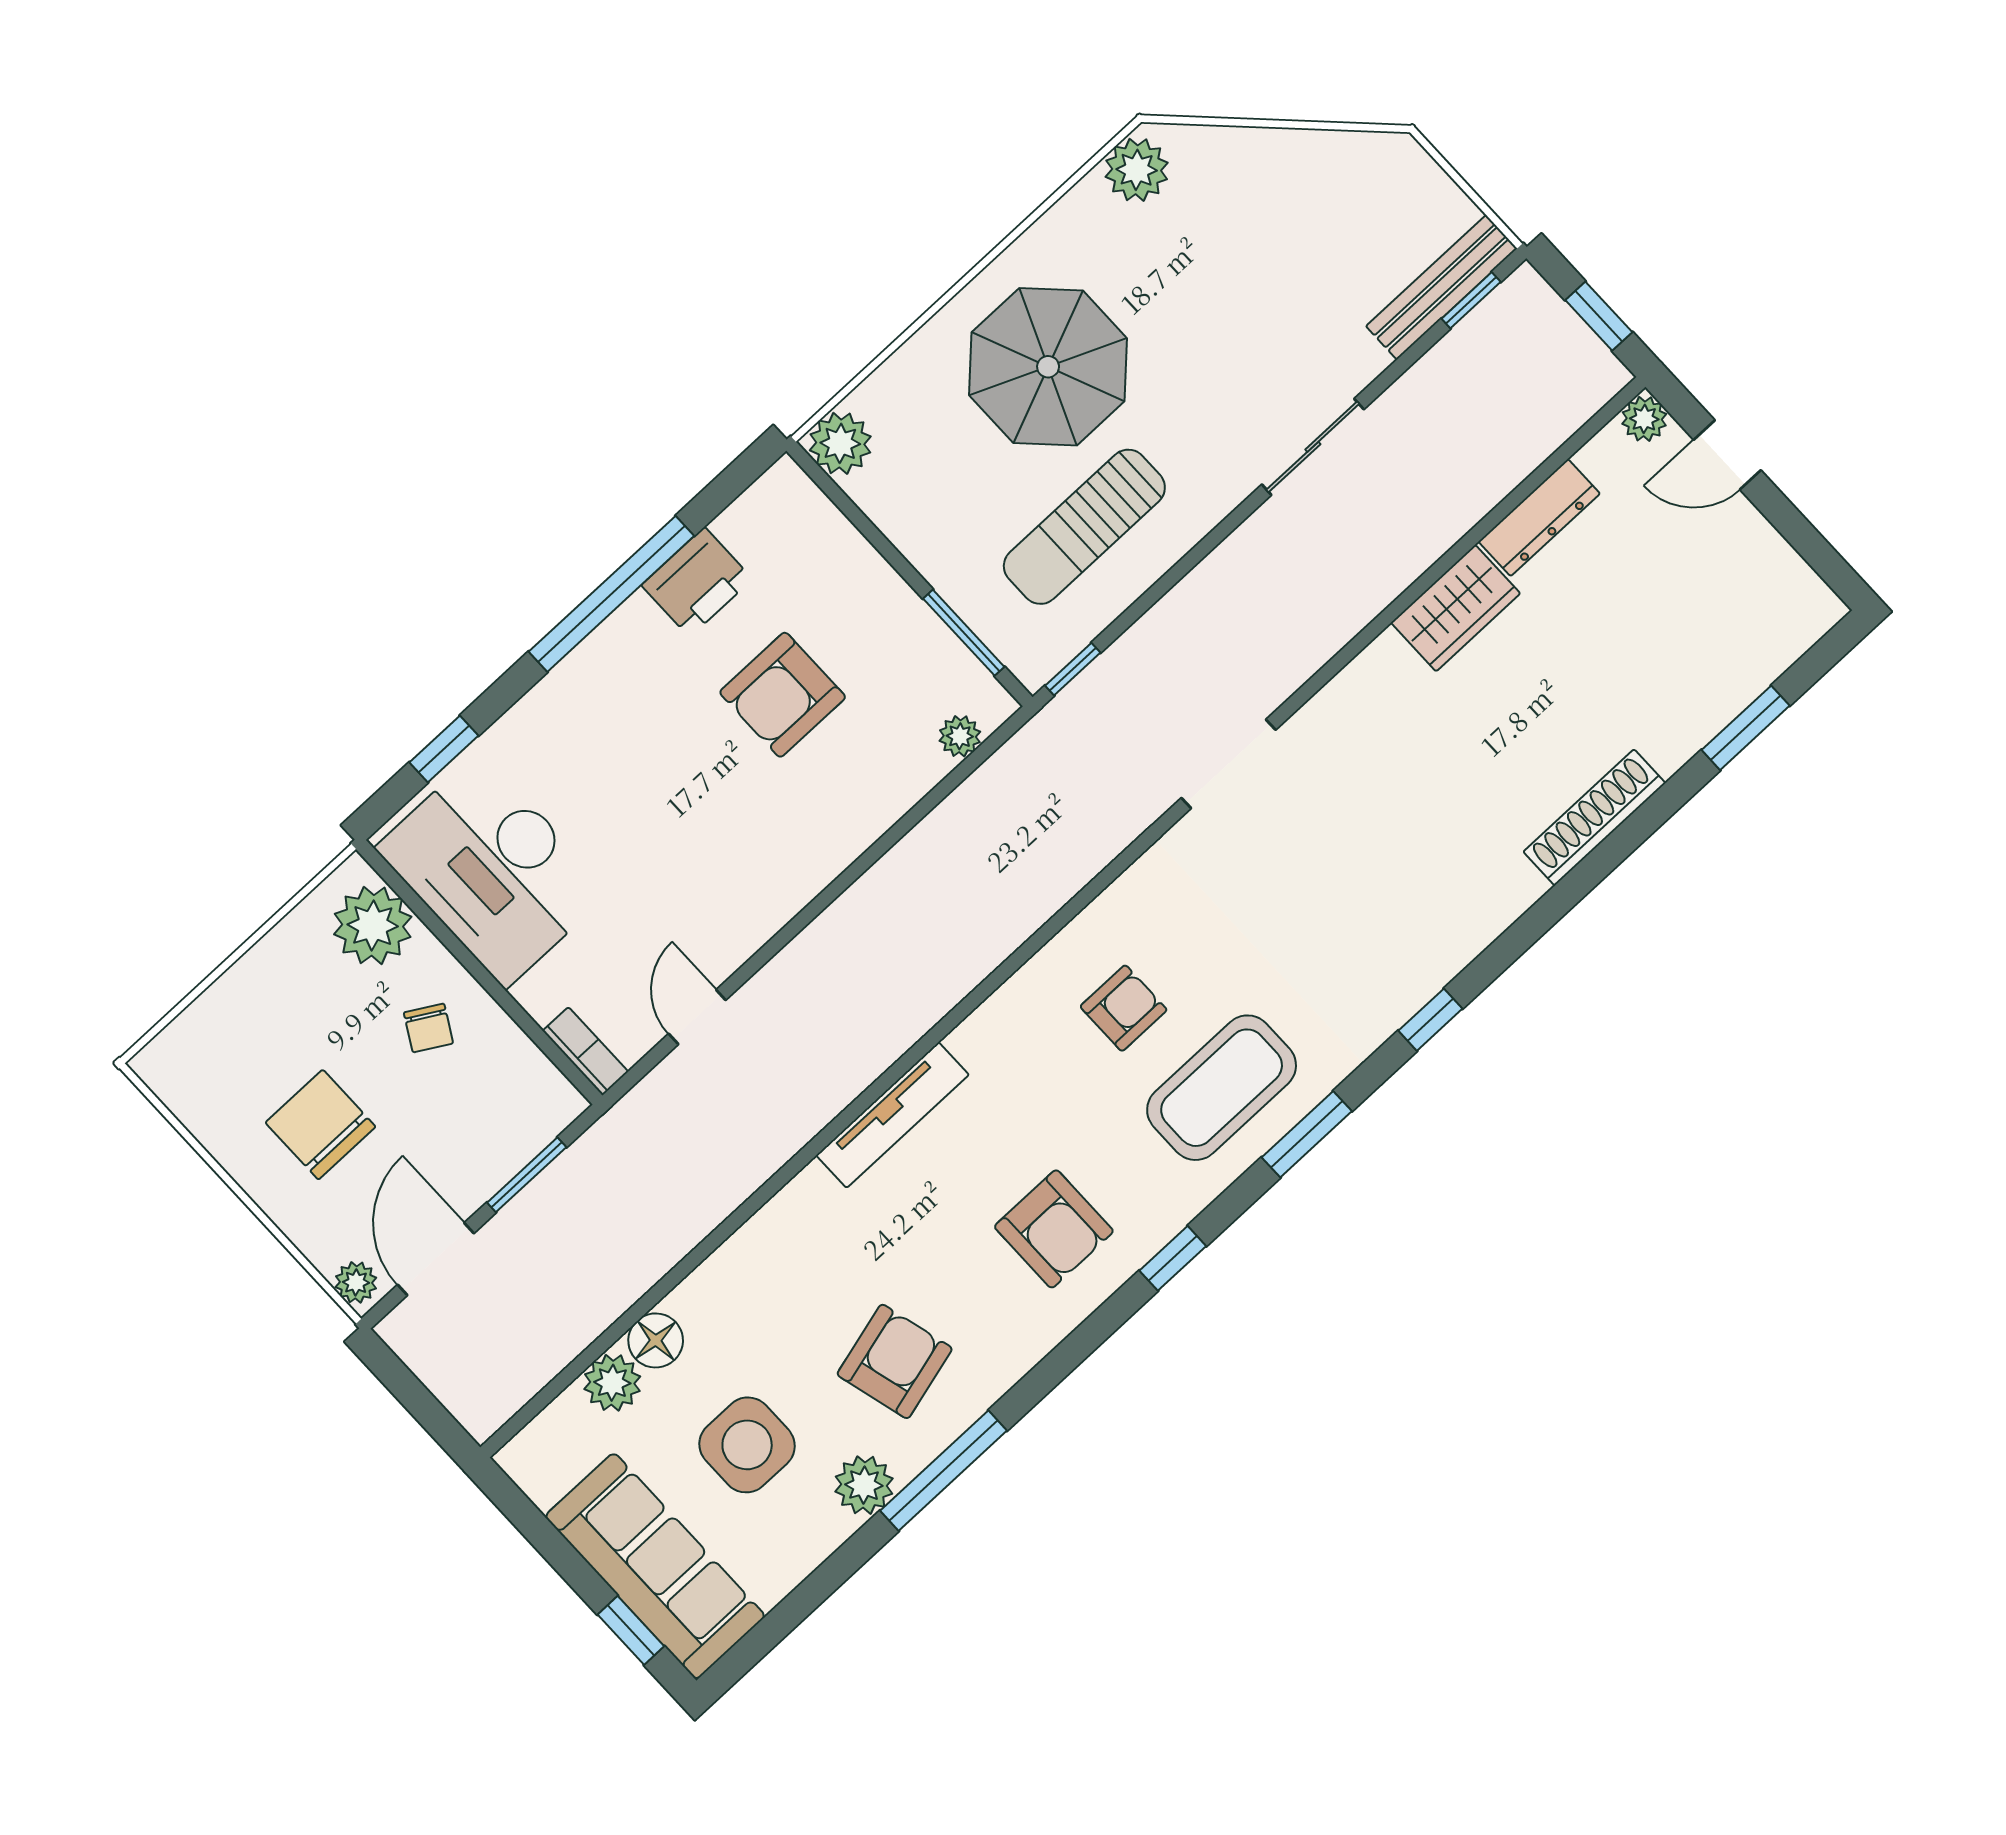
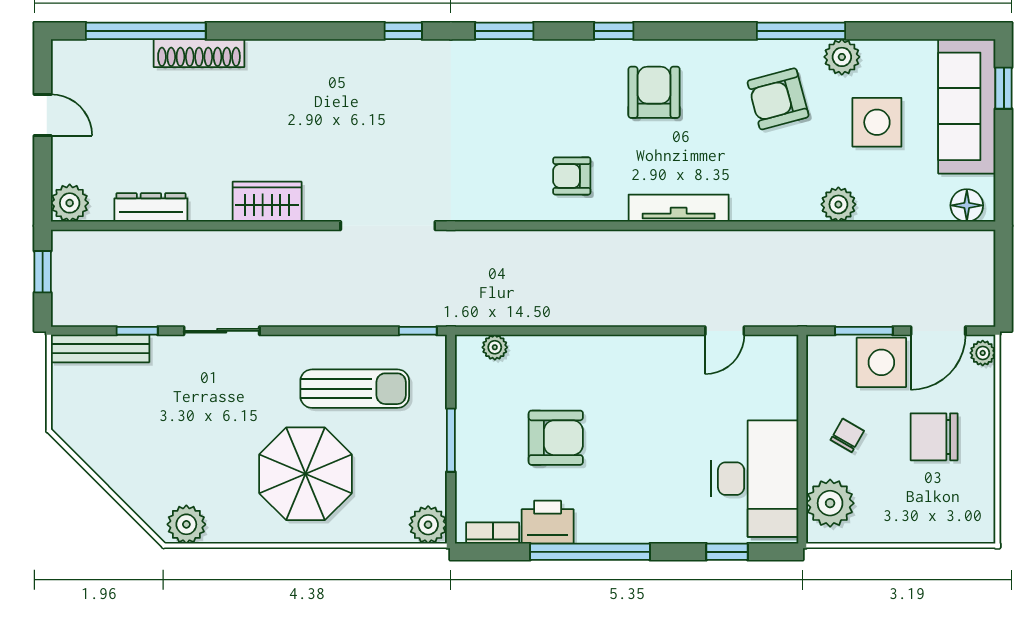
window: (1471, 300) -> (137, 331), moved
plant: (1644, 419) -> (70, 203), width x1.38, depth x1.38
door: (1727, 455) -> (43, 115), moved
wardrobe: (1456, 608) -> (267, 202), moved
window: (964, 633) -> (451, 440), moved
window: (1746, 728) -> (146, 31), width x2.11
doorway: (1228, 764) -> (388, 226), width x1.36
shoe rack: (1594, 817) -> (199, 53), moved
armchair: (1124, 1008) -> (572, 176), moved
bookcase: (585, 1051) -> (493, 533), moved, turned 90
coffee table: (1222, 1088) -> (523, 86), removed
chair: (321, 1125) -> (934, 437), turned 90
side table: (469, 1156) -> (881, 362), added
floor lamp: (656, 1340) -> (967, 205), moved
plant: (612, 1383) -> (838, 204), moved

